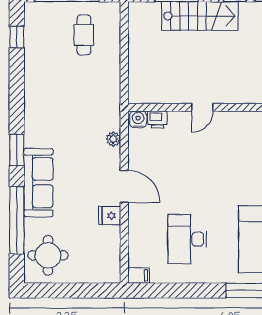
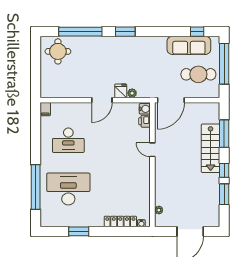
cafe table: (84, 35) -> (198, 74), width x1.37, depth x1.35
door: (124, 78) -> (171, 100), added
sofa: (38, 183) -> (189, 45), moved
fridge: (110, 216) -> (121, 91), moved
desk: (187, 239) -> (68, 140), turned 180

